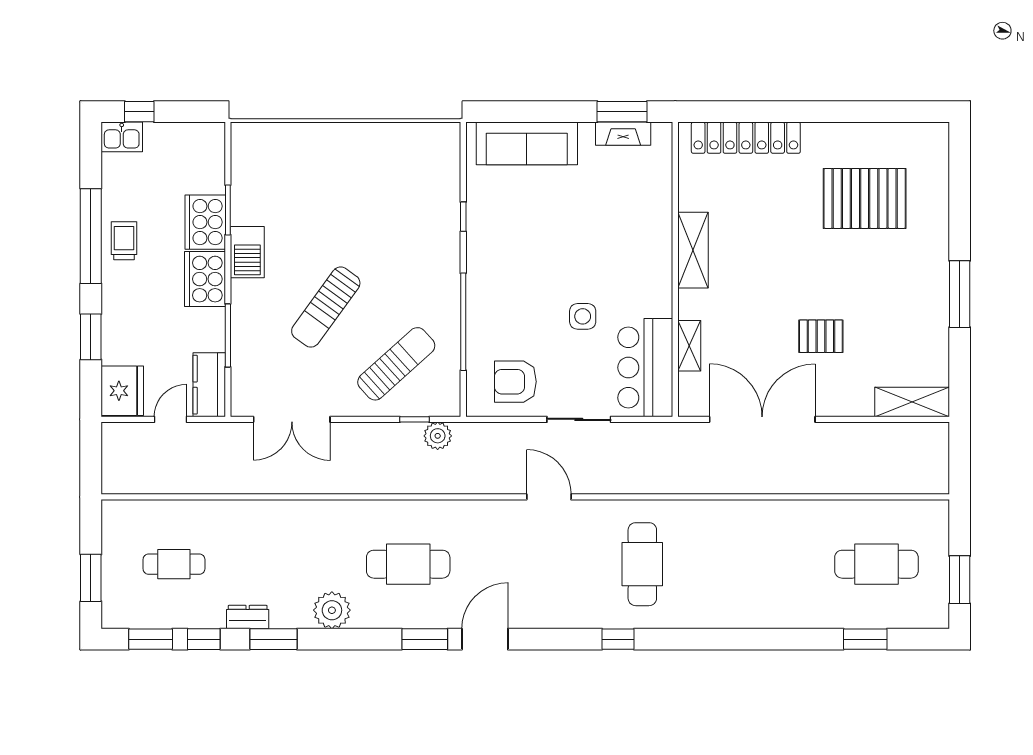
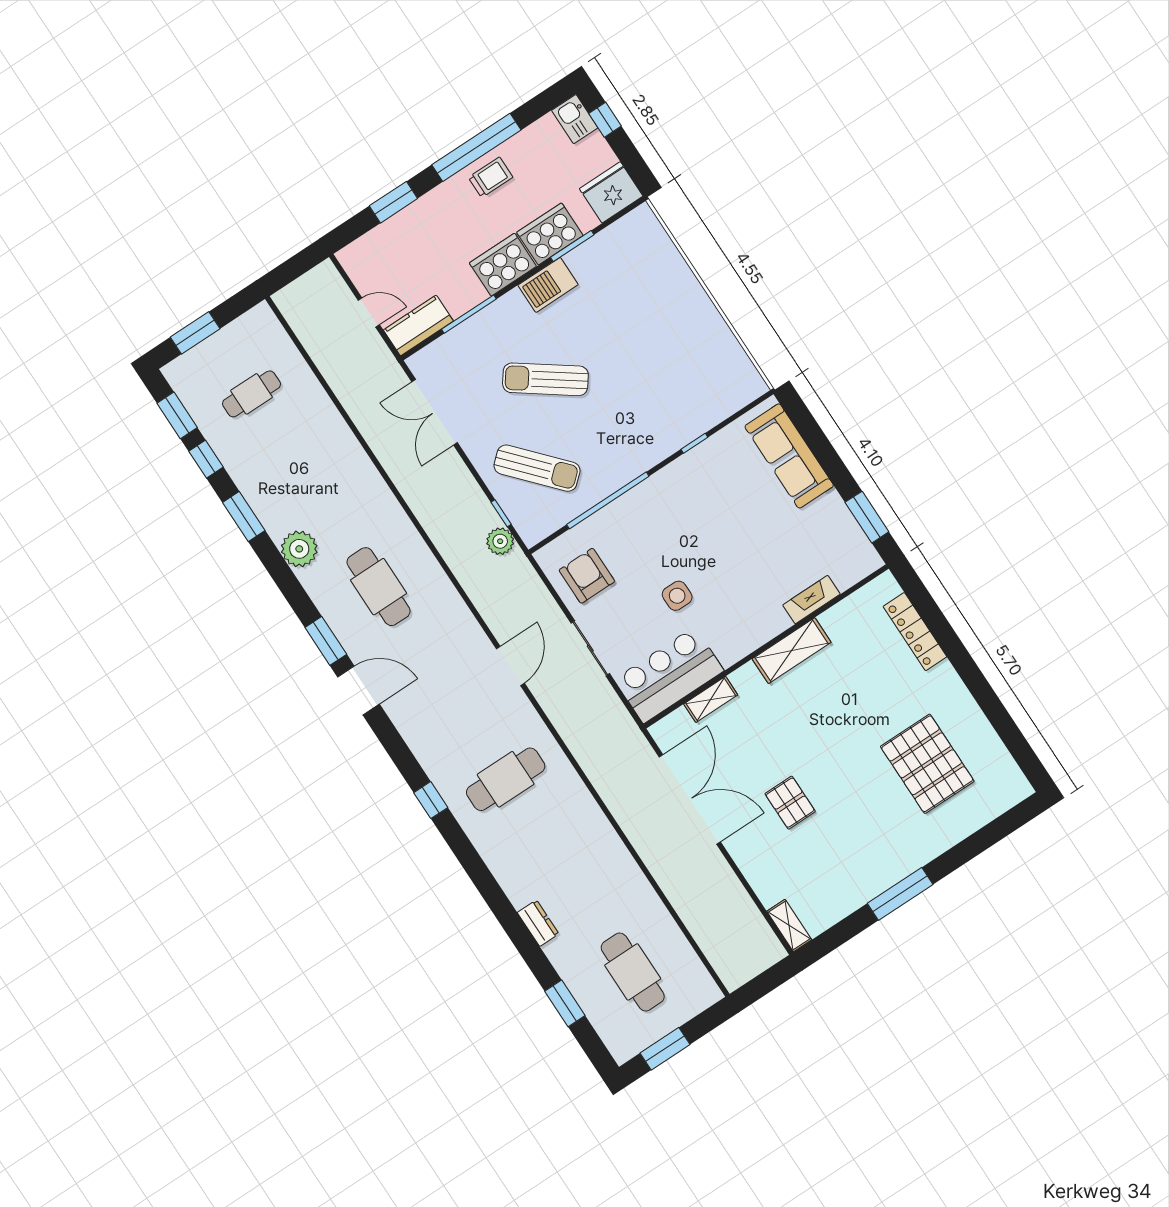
fireplace: (623, 134) -> (811, 600), moved, turned 90
locker: (746, 138) -> (915, 632), width x0.71, depth x0.83
fridge: (122, 391) -> (611, 192), moved, turned 180
shelving: (912, 402) -> (789, 925), width x0.67, depth x0.75
cafe table: (174, 564) -> (251, 394), turned 90
dresser: (248, 617) -> (538, 923), moved

